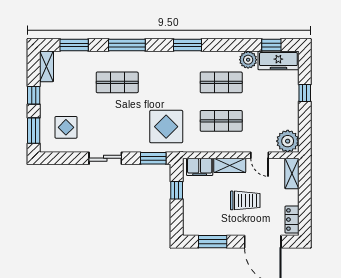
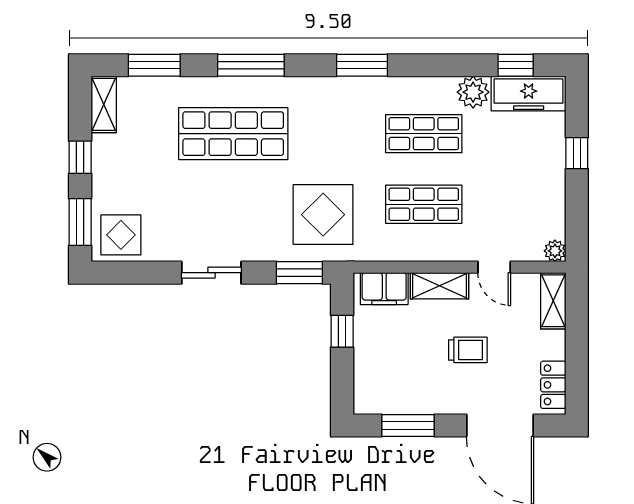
shop shelf: (117, 82) -> (233, 134), width x1.43, depth x1.36
display table: (66, 127) -> (121, 235), moved
plant: (288, 141) -> (555, 251), width x0.53, depth x0.53
trolley: (245, 200) -> (468, 350), width x0.73, depth x0.72

